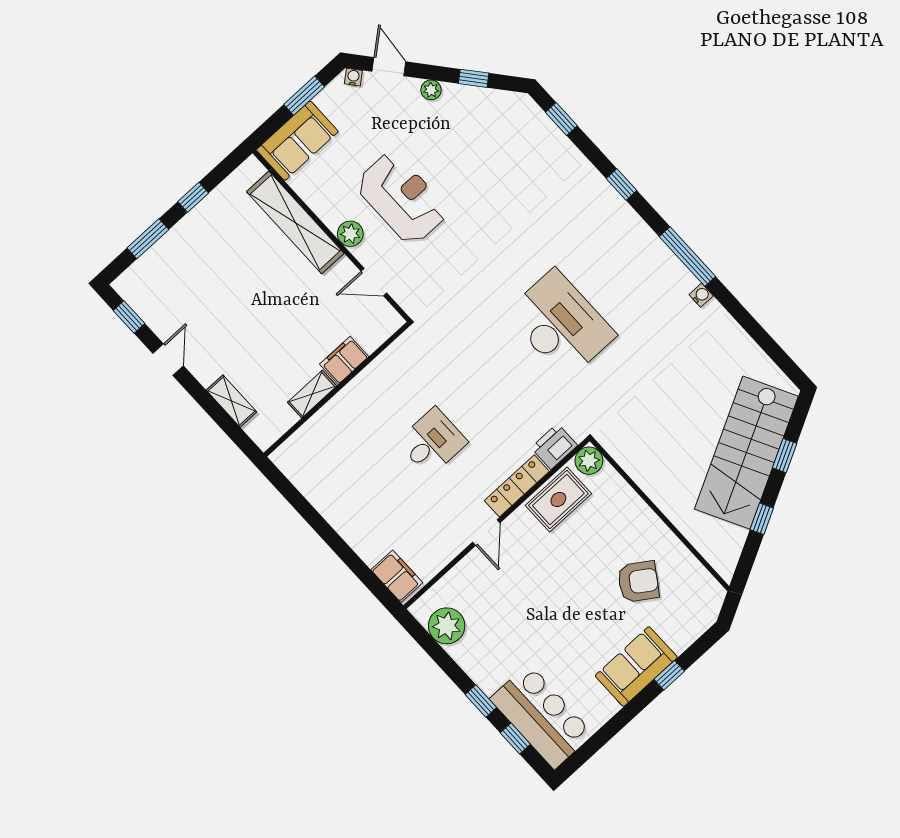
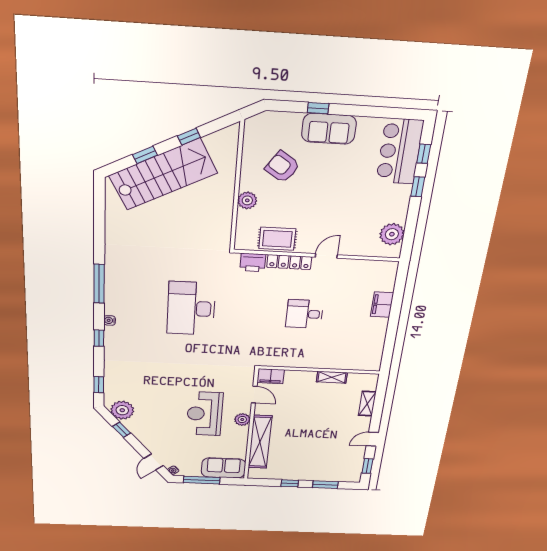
plant: (431, 90) -> (122, 410), moved, width x1.87, depth x1.87
window: (304, 96) -> (202, 480), width x1.44
water cooler: (701, 295) -> (110, 320), moved
filing cabinet: (344, 360) -> (271, 376), moved
plant: (589, 461) -> (247, 200), moved
filing cabinet: (397, 576) -> (382, 305), moved

